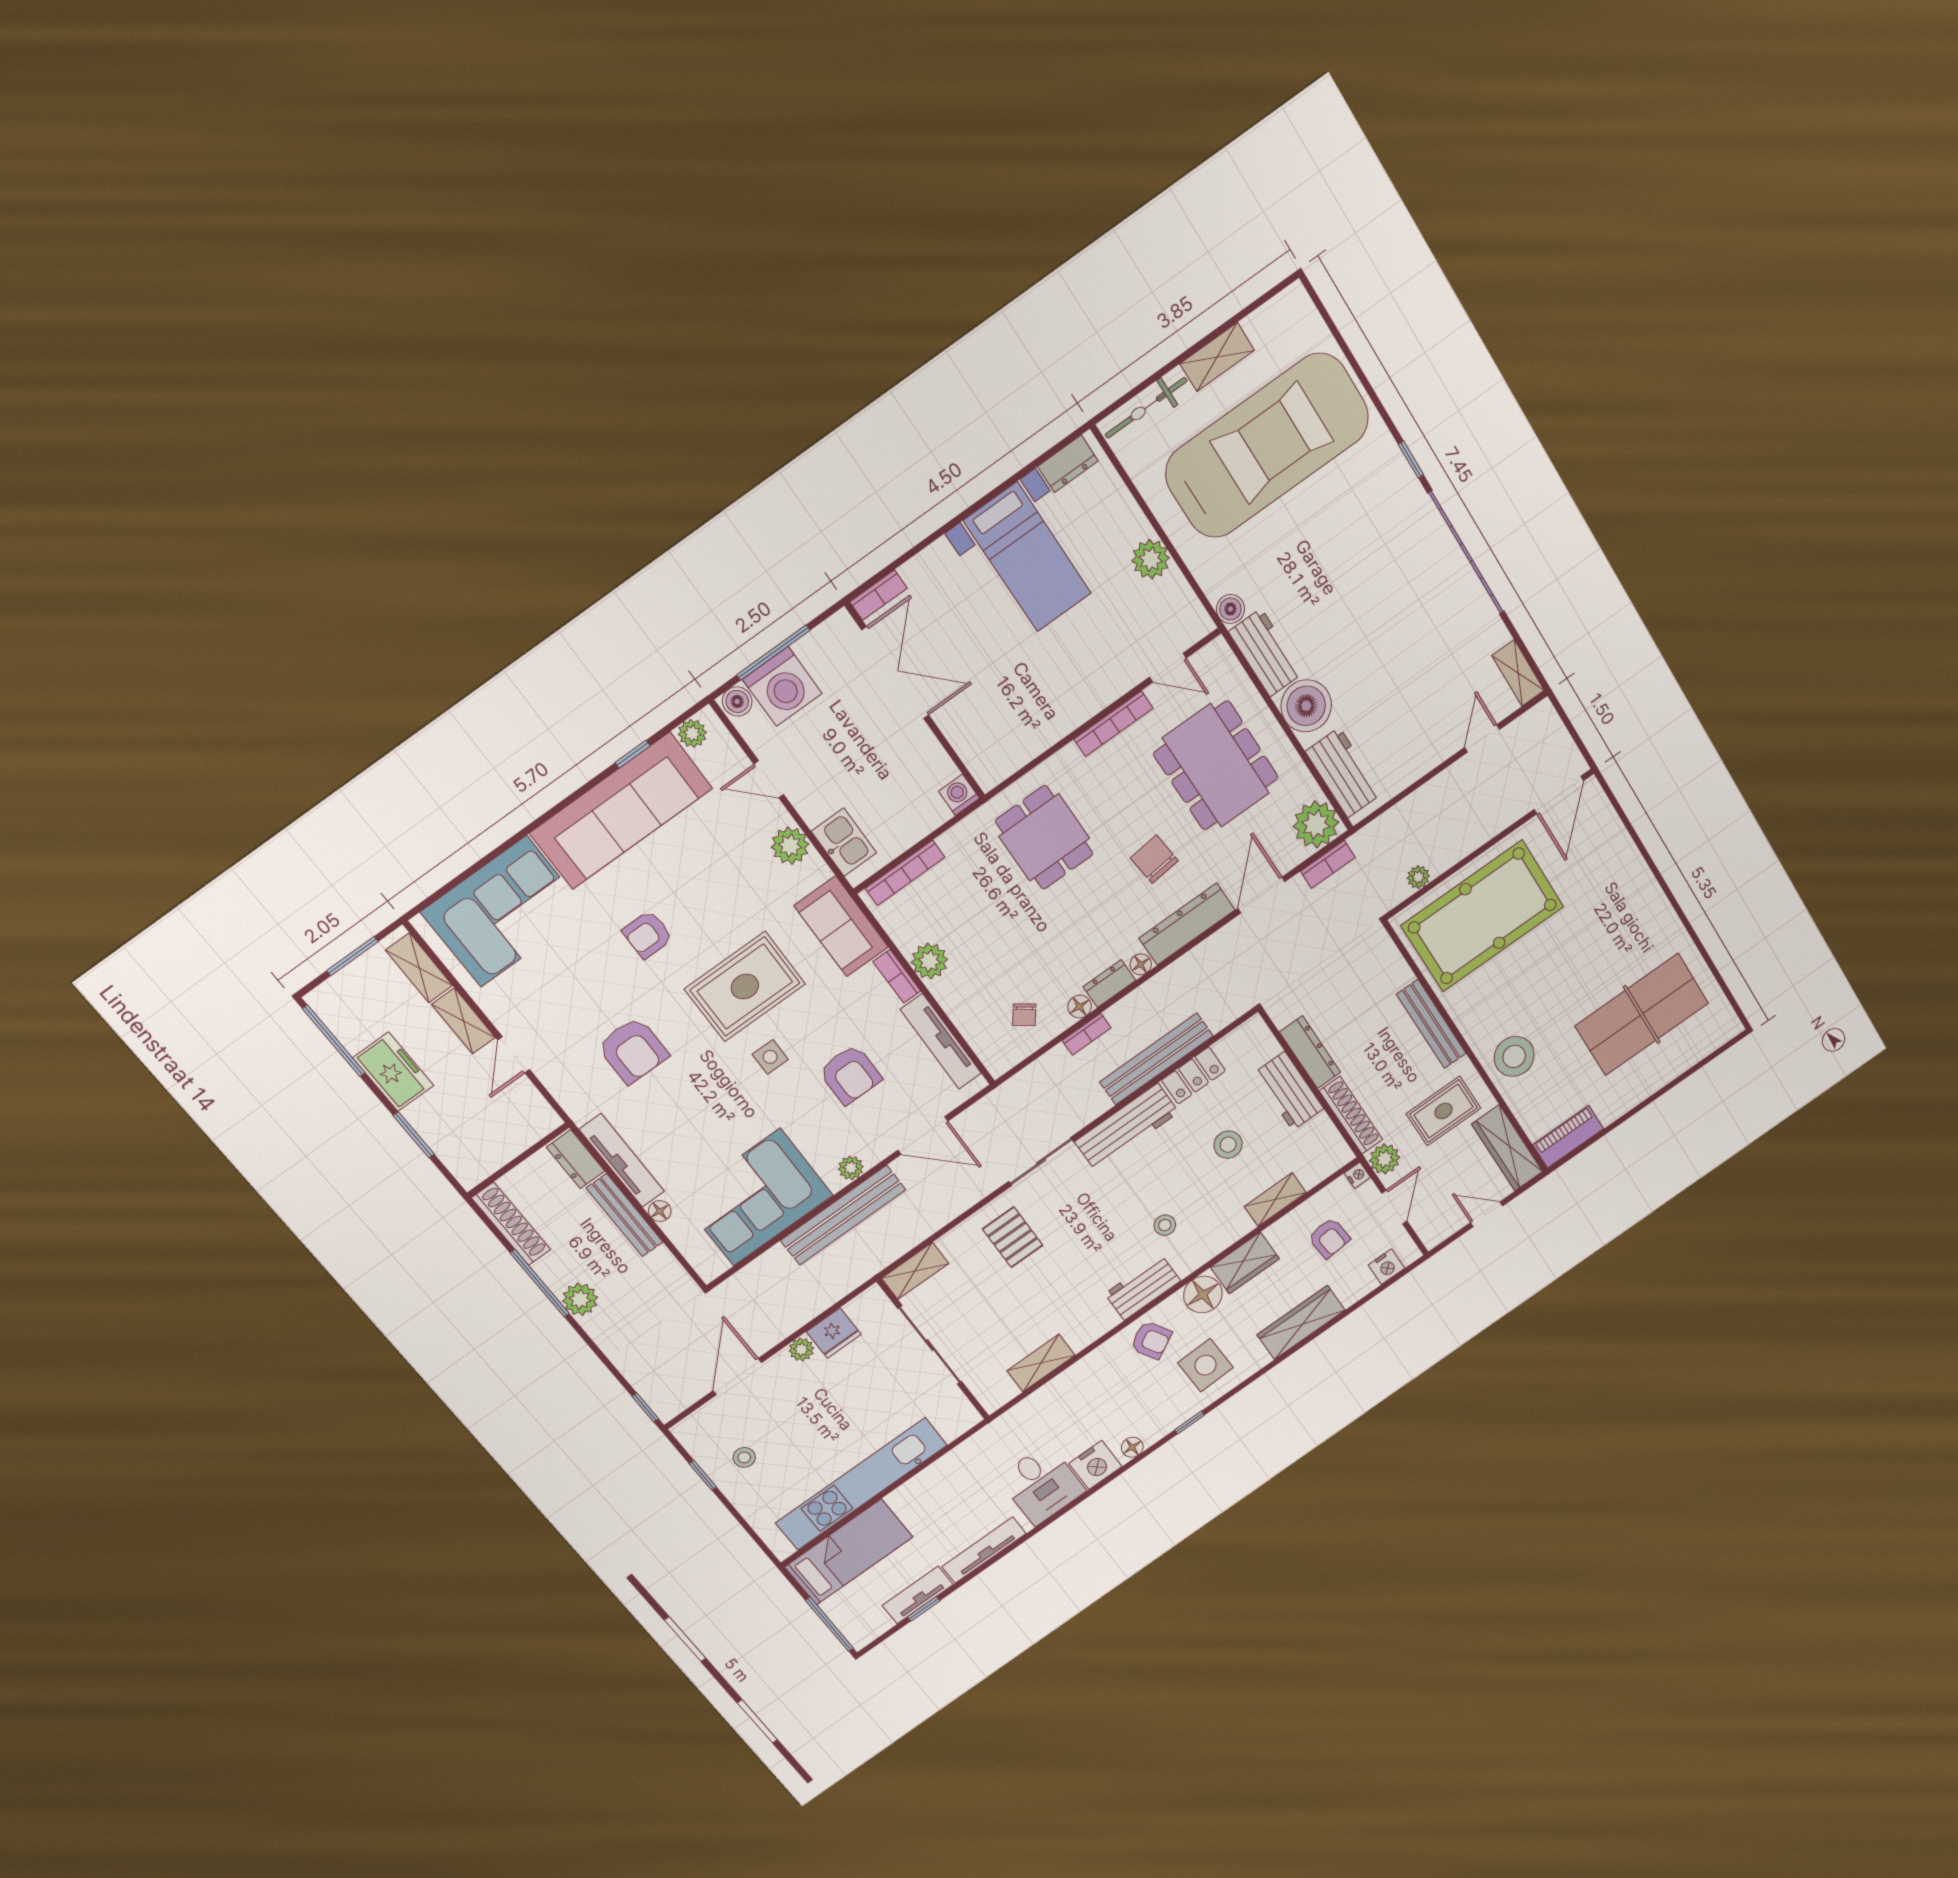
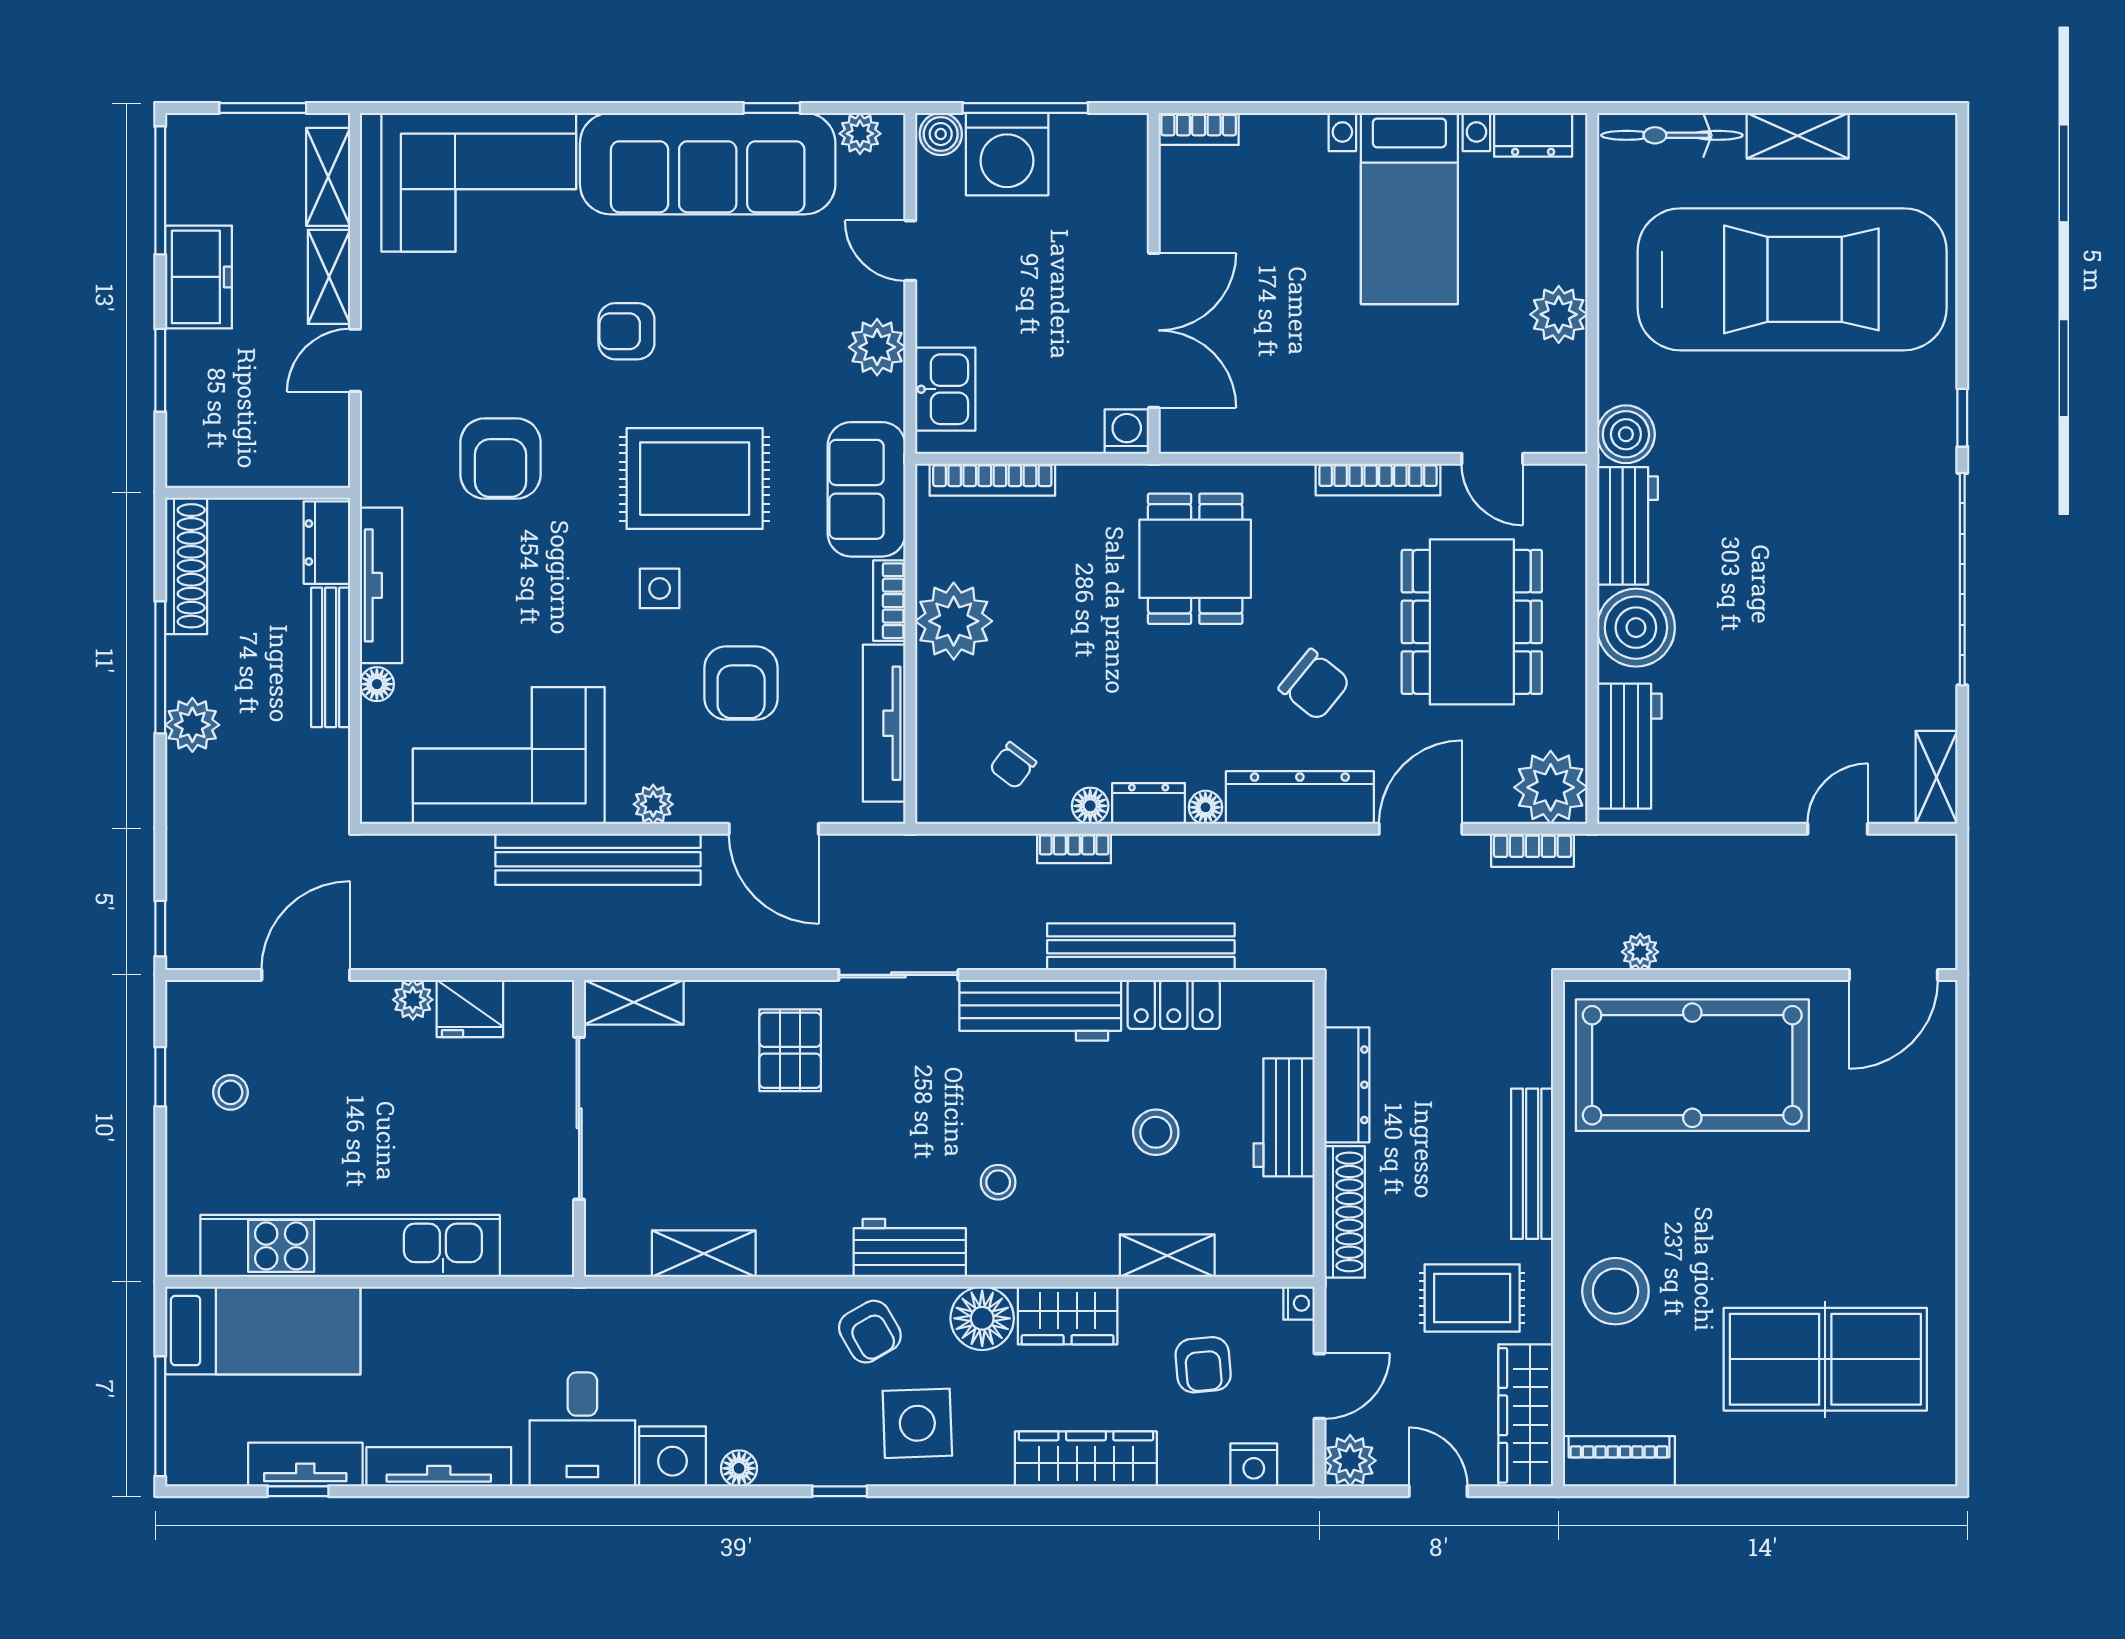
boiler: (1230, 609) -> (1626, 434), width x1.36, depth x1.36
double door: (895, 673) -> (1154, 330), moved
chair: (1154, 859) -> (1314, 685), turned 135
plant: (929, 961) -> (954, 621), width x1.36, depth x1.36
plant: (1385, 1159) -> (1350, 1461), moved

